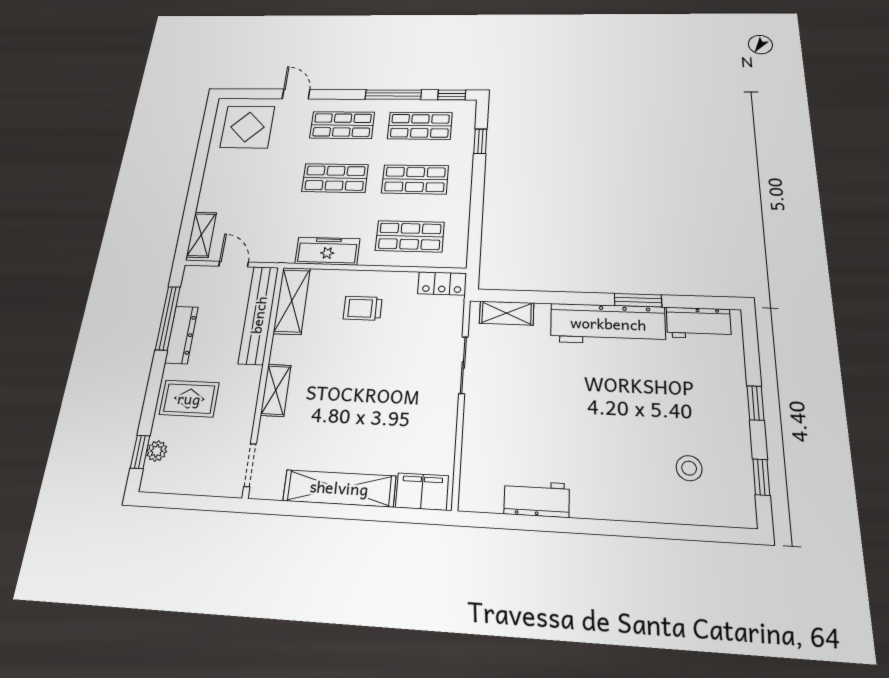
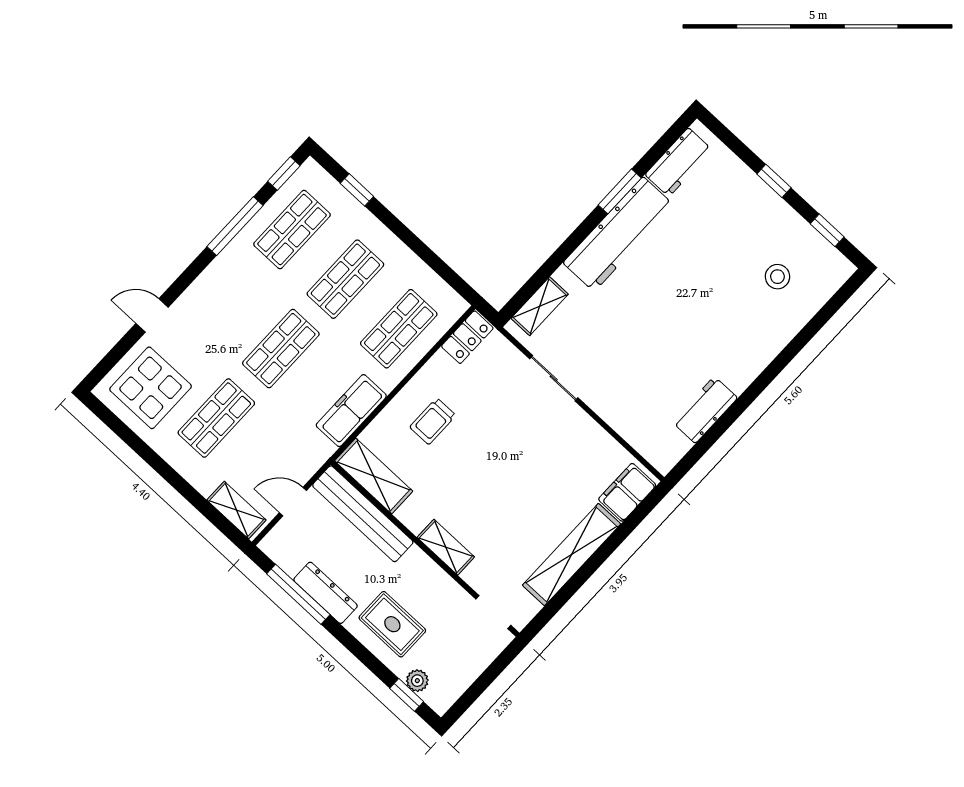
shop shelf: (342, 125) -> (216, 418), moved
rug: (189, 399) -> (392, 624), turned 90

